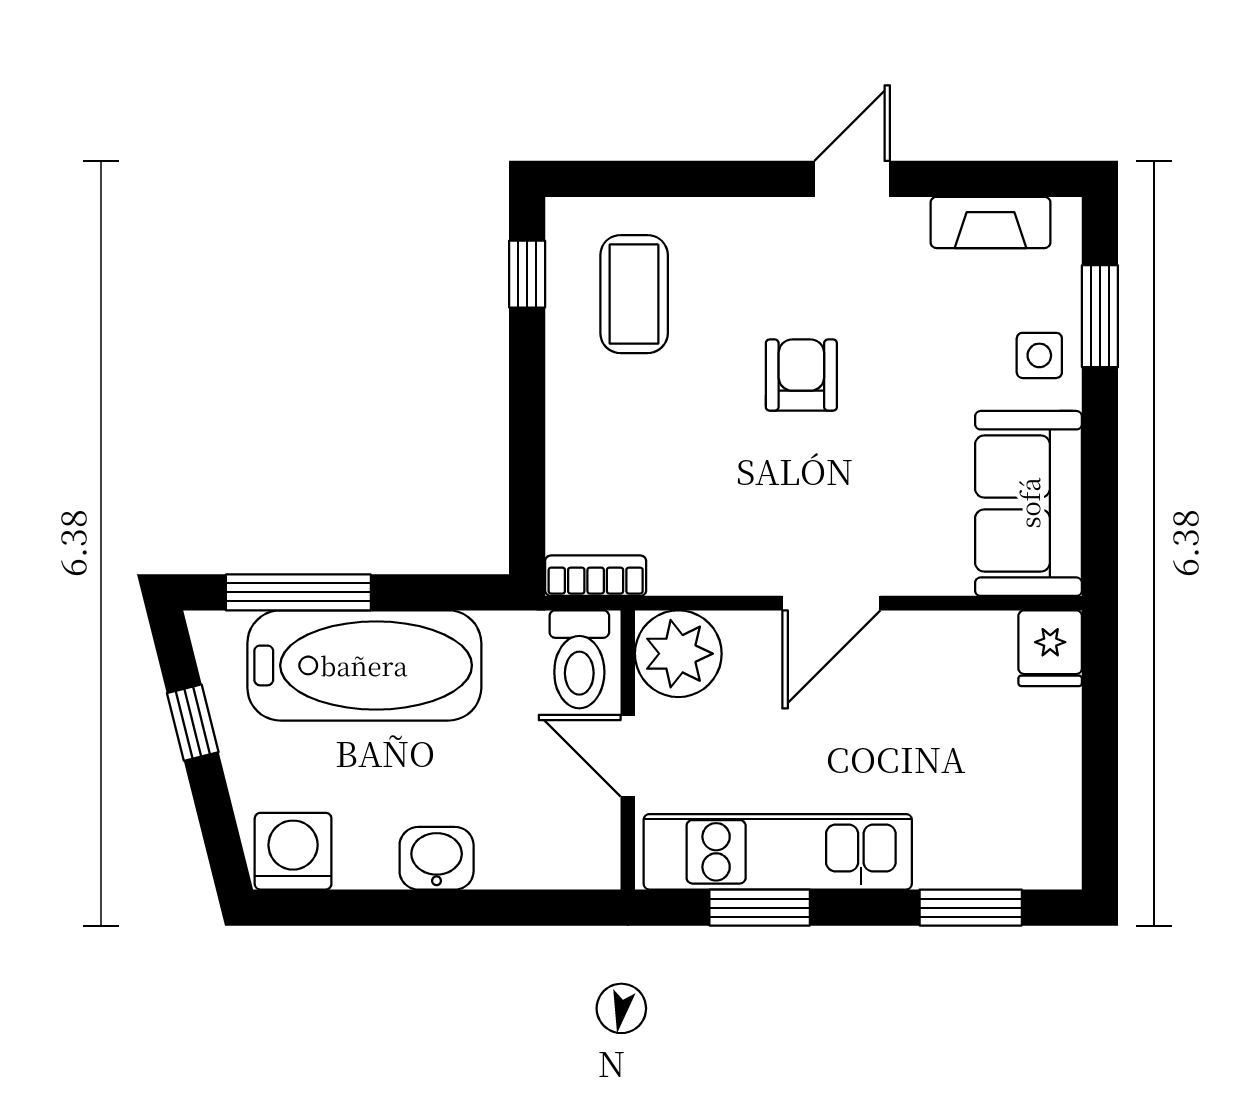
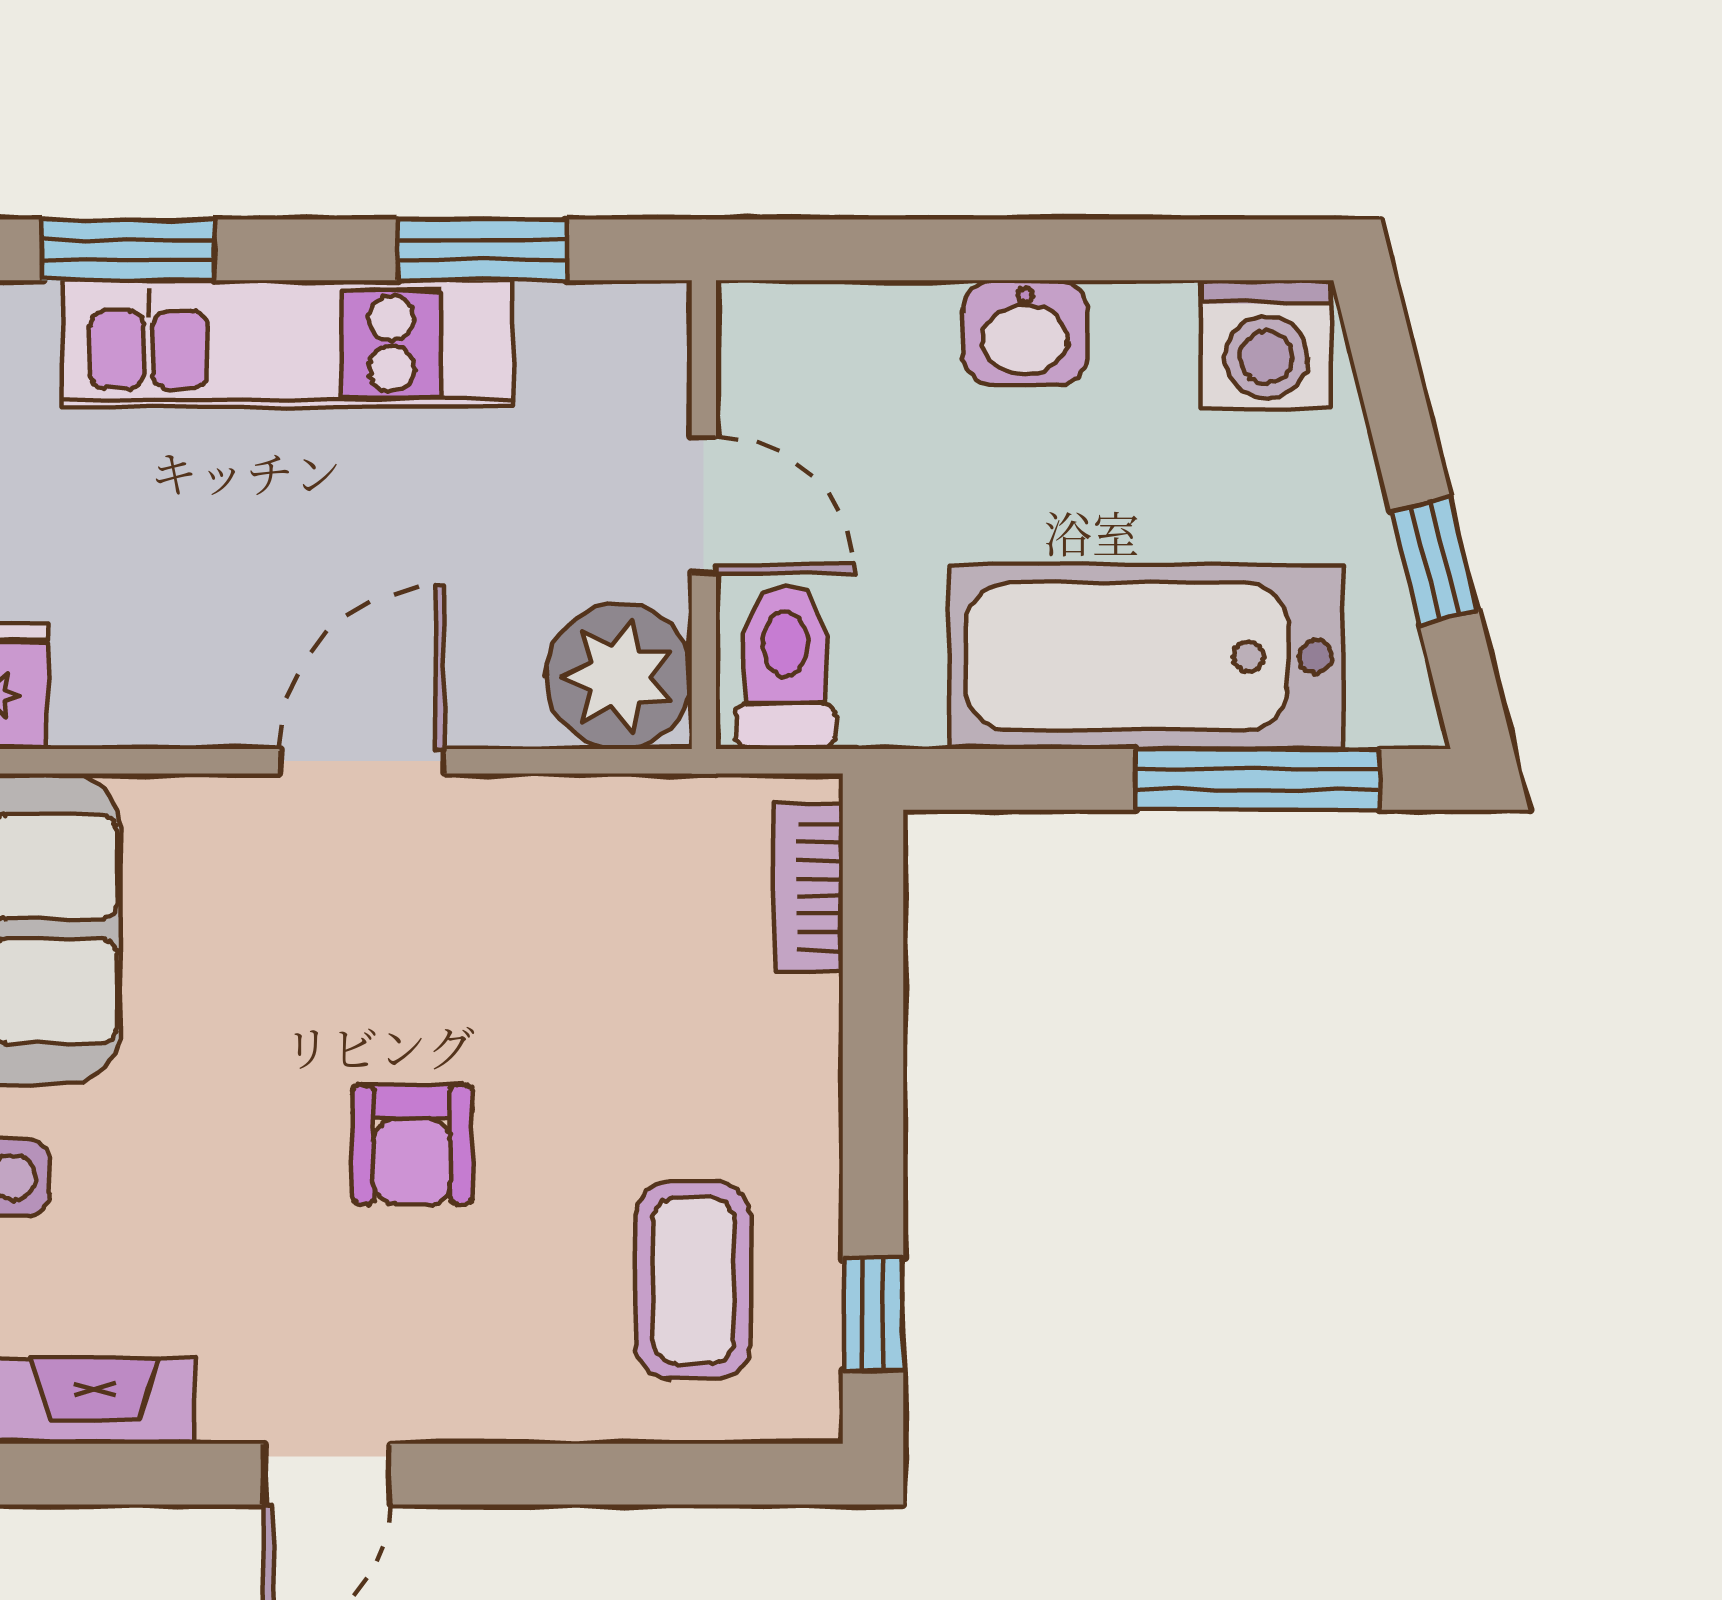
bookcase: (596, 576) -> (809, 887), moved, turned 90
kitchen unit: (778, 852) -> (288, 344), moved

